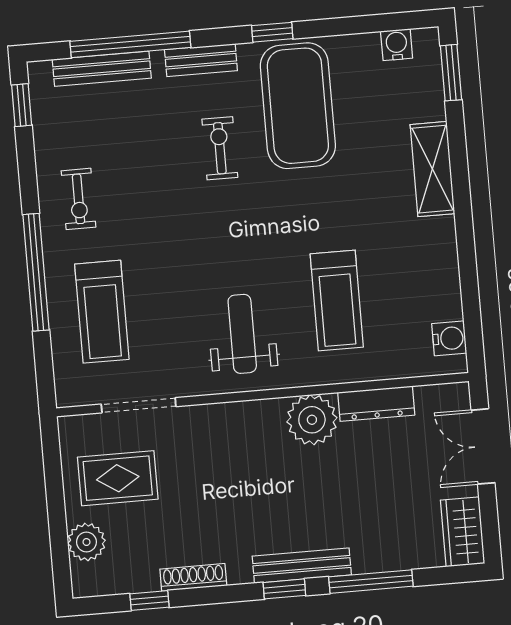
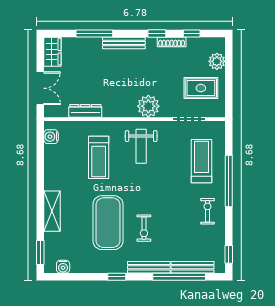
bench: (201, 60) -> (149, 267), width x1.36
exercise mat: (298, 106) -> (108, 223), moved
treadmill: (337, 301) -> (99, 157), turned 180
plant: (312, 420) -> (148, 106), moved
window: (284, 589) -> (157, 33), moved

